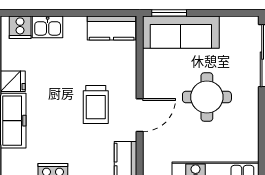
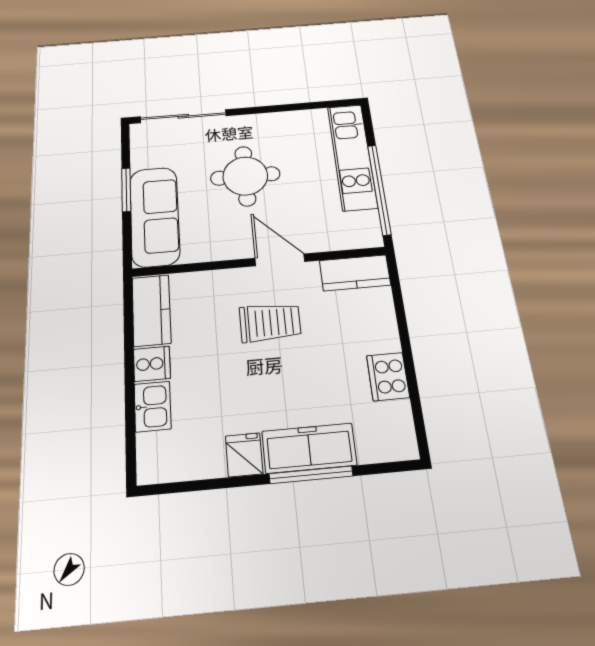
window: (169, 13) -> (126, 190), moved
cooker: (20, 27) -> (152, 364), moved

